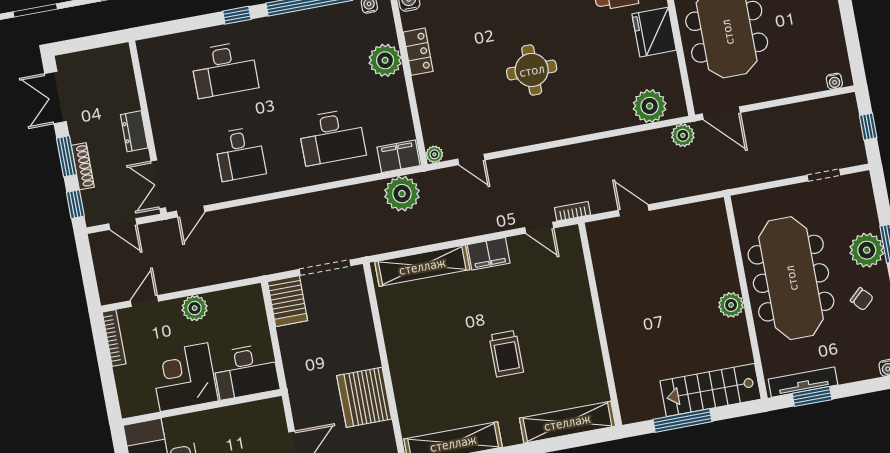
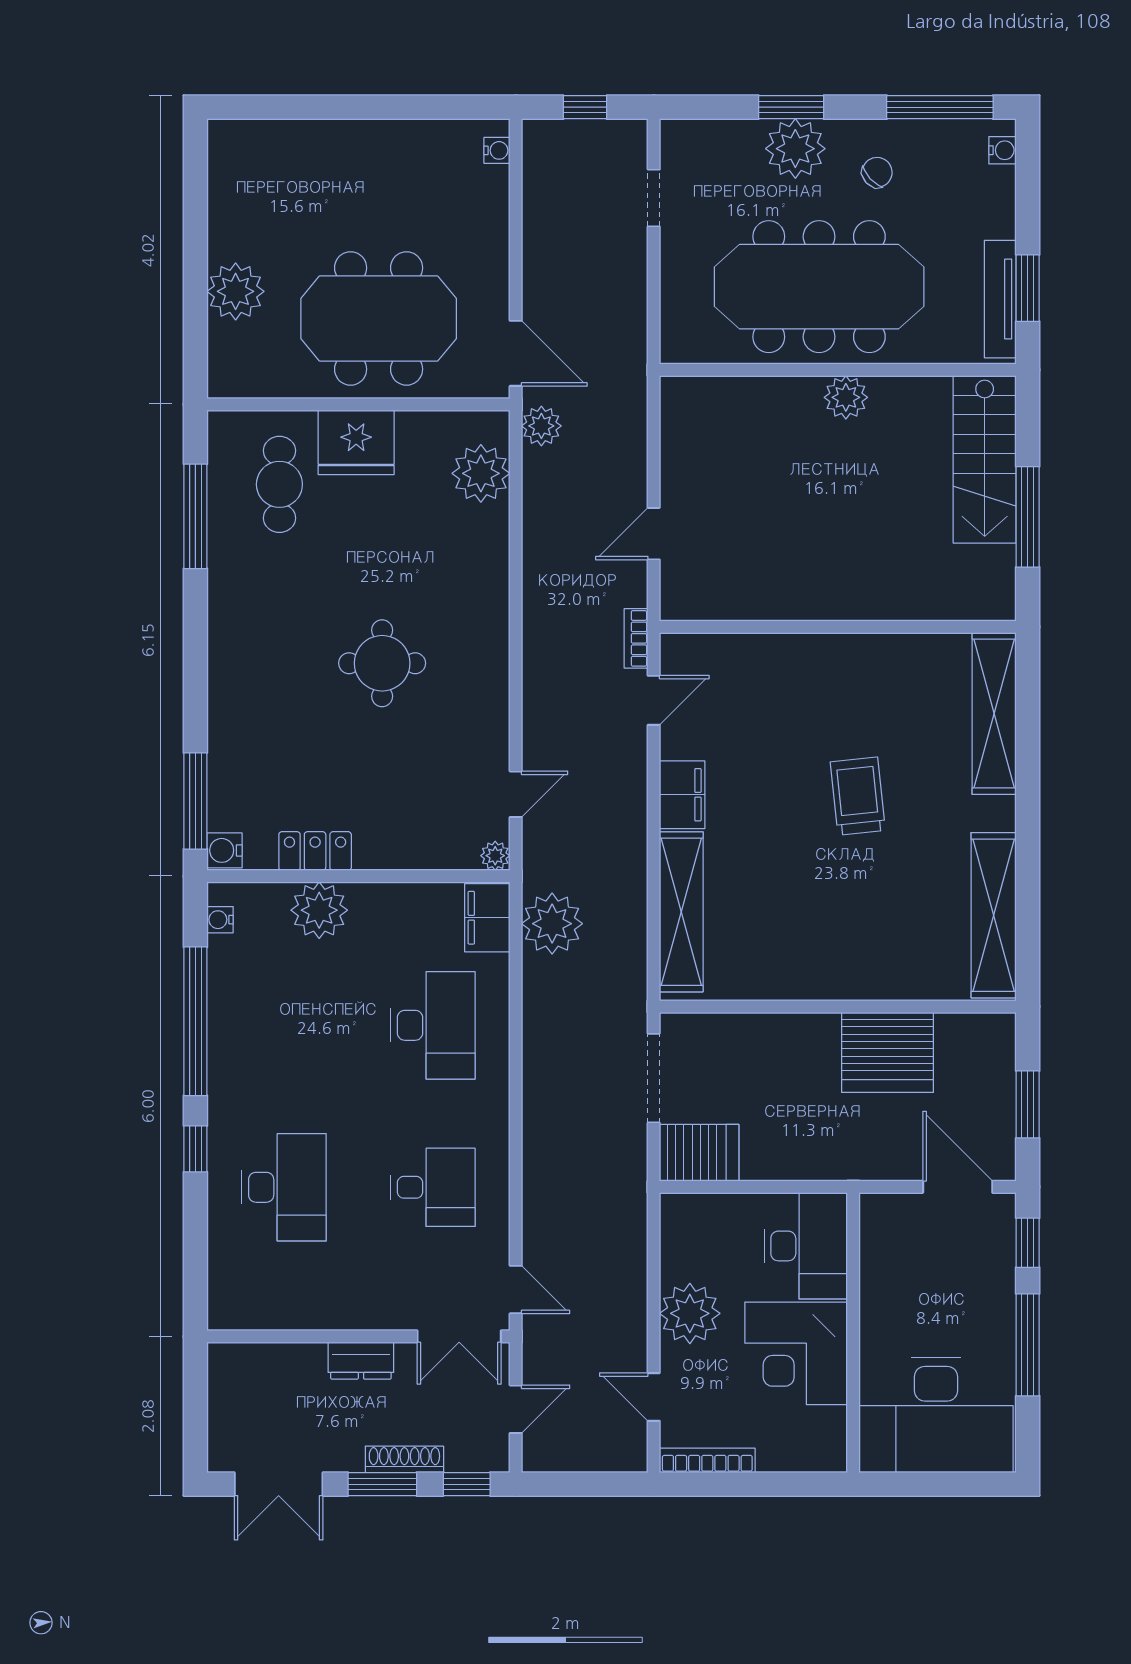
door: (721, 113) -> (516, 353), hinge flipped
plant: (195, 308) -> (690, 1313), width x1.36, depth x1.36
trolley: (506, 354) -> (858, 796), turned -96

